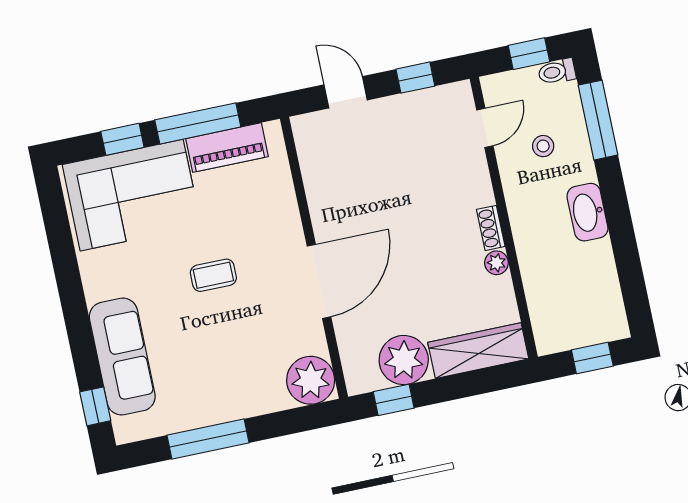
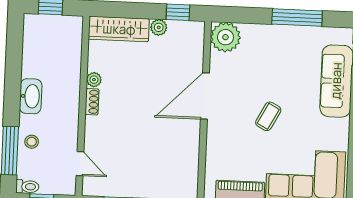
door: (485, 128) -> (80, 164), swing flipped
stool: (543, 146) -> (32, 142), moved
coffee table: (213, 275) -> (268, 116), turned -62
plant: (404, 360) -> (159, 27), width x0.53, depth x0.53

